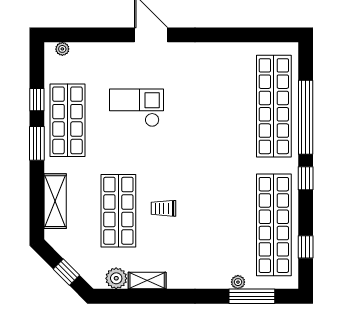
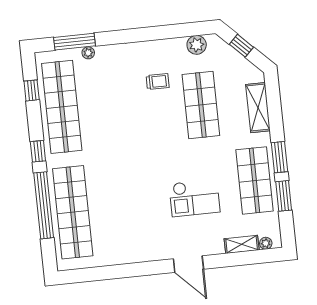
window: (37, 100) -> (284, 196), width x1.50
trolley: (164, 208) -> (158, 82), moved
shelving: (147, 281) -> (242, 244), moved

